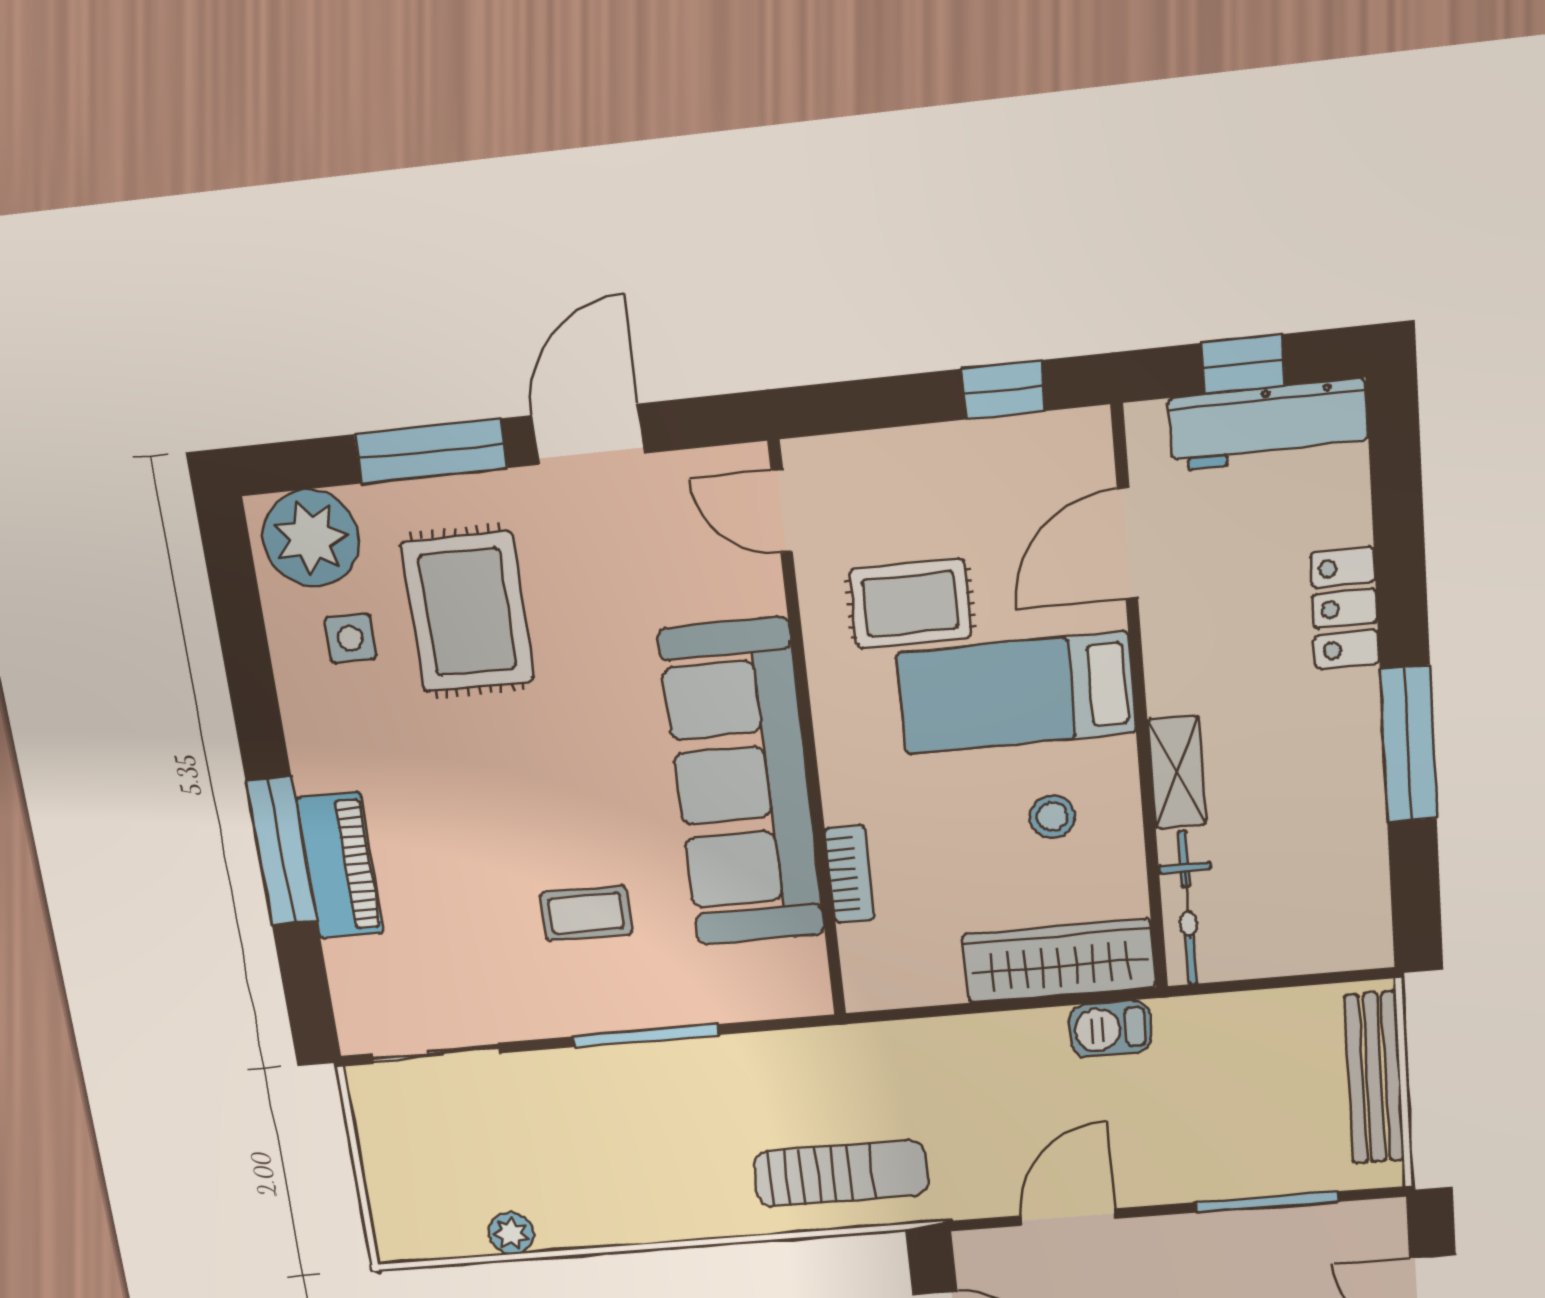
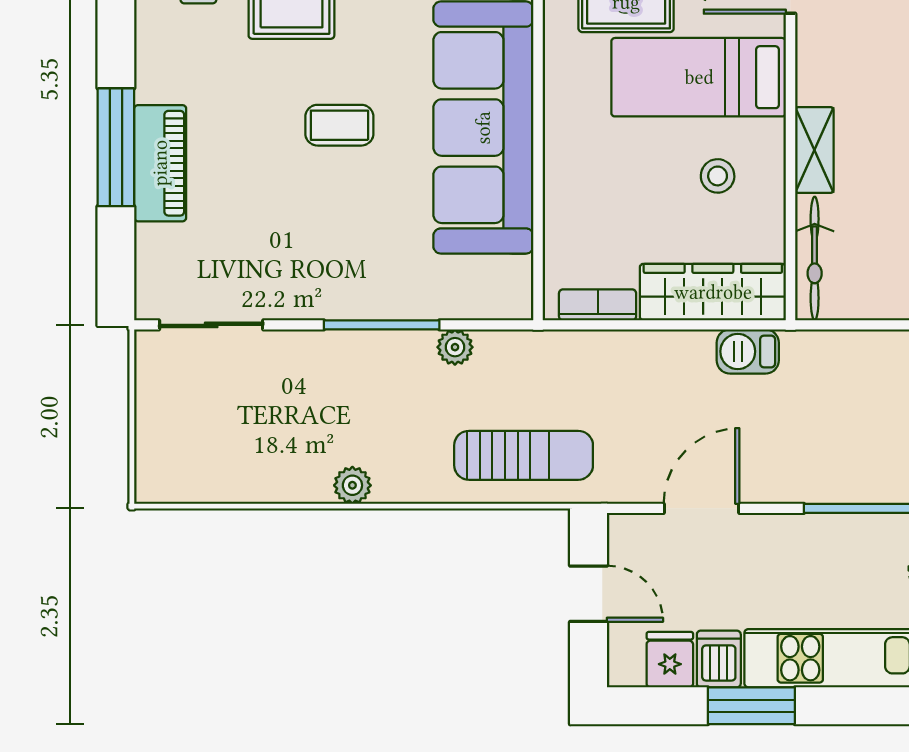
bookcase: (850, 874) -> (598, 305), moved, turned -90
coffee table: (586, 913) -> (339, 125), moved
plant: (740, 1054) -> (455, 347), added
plant: (511, 1233) -> (352, 485), moved

